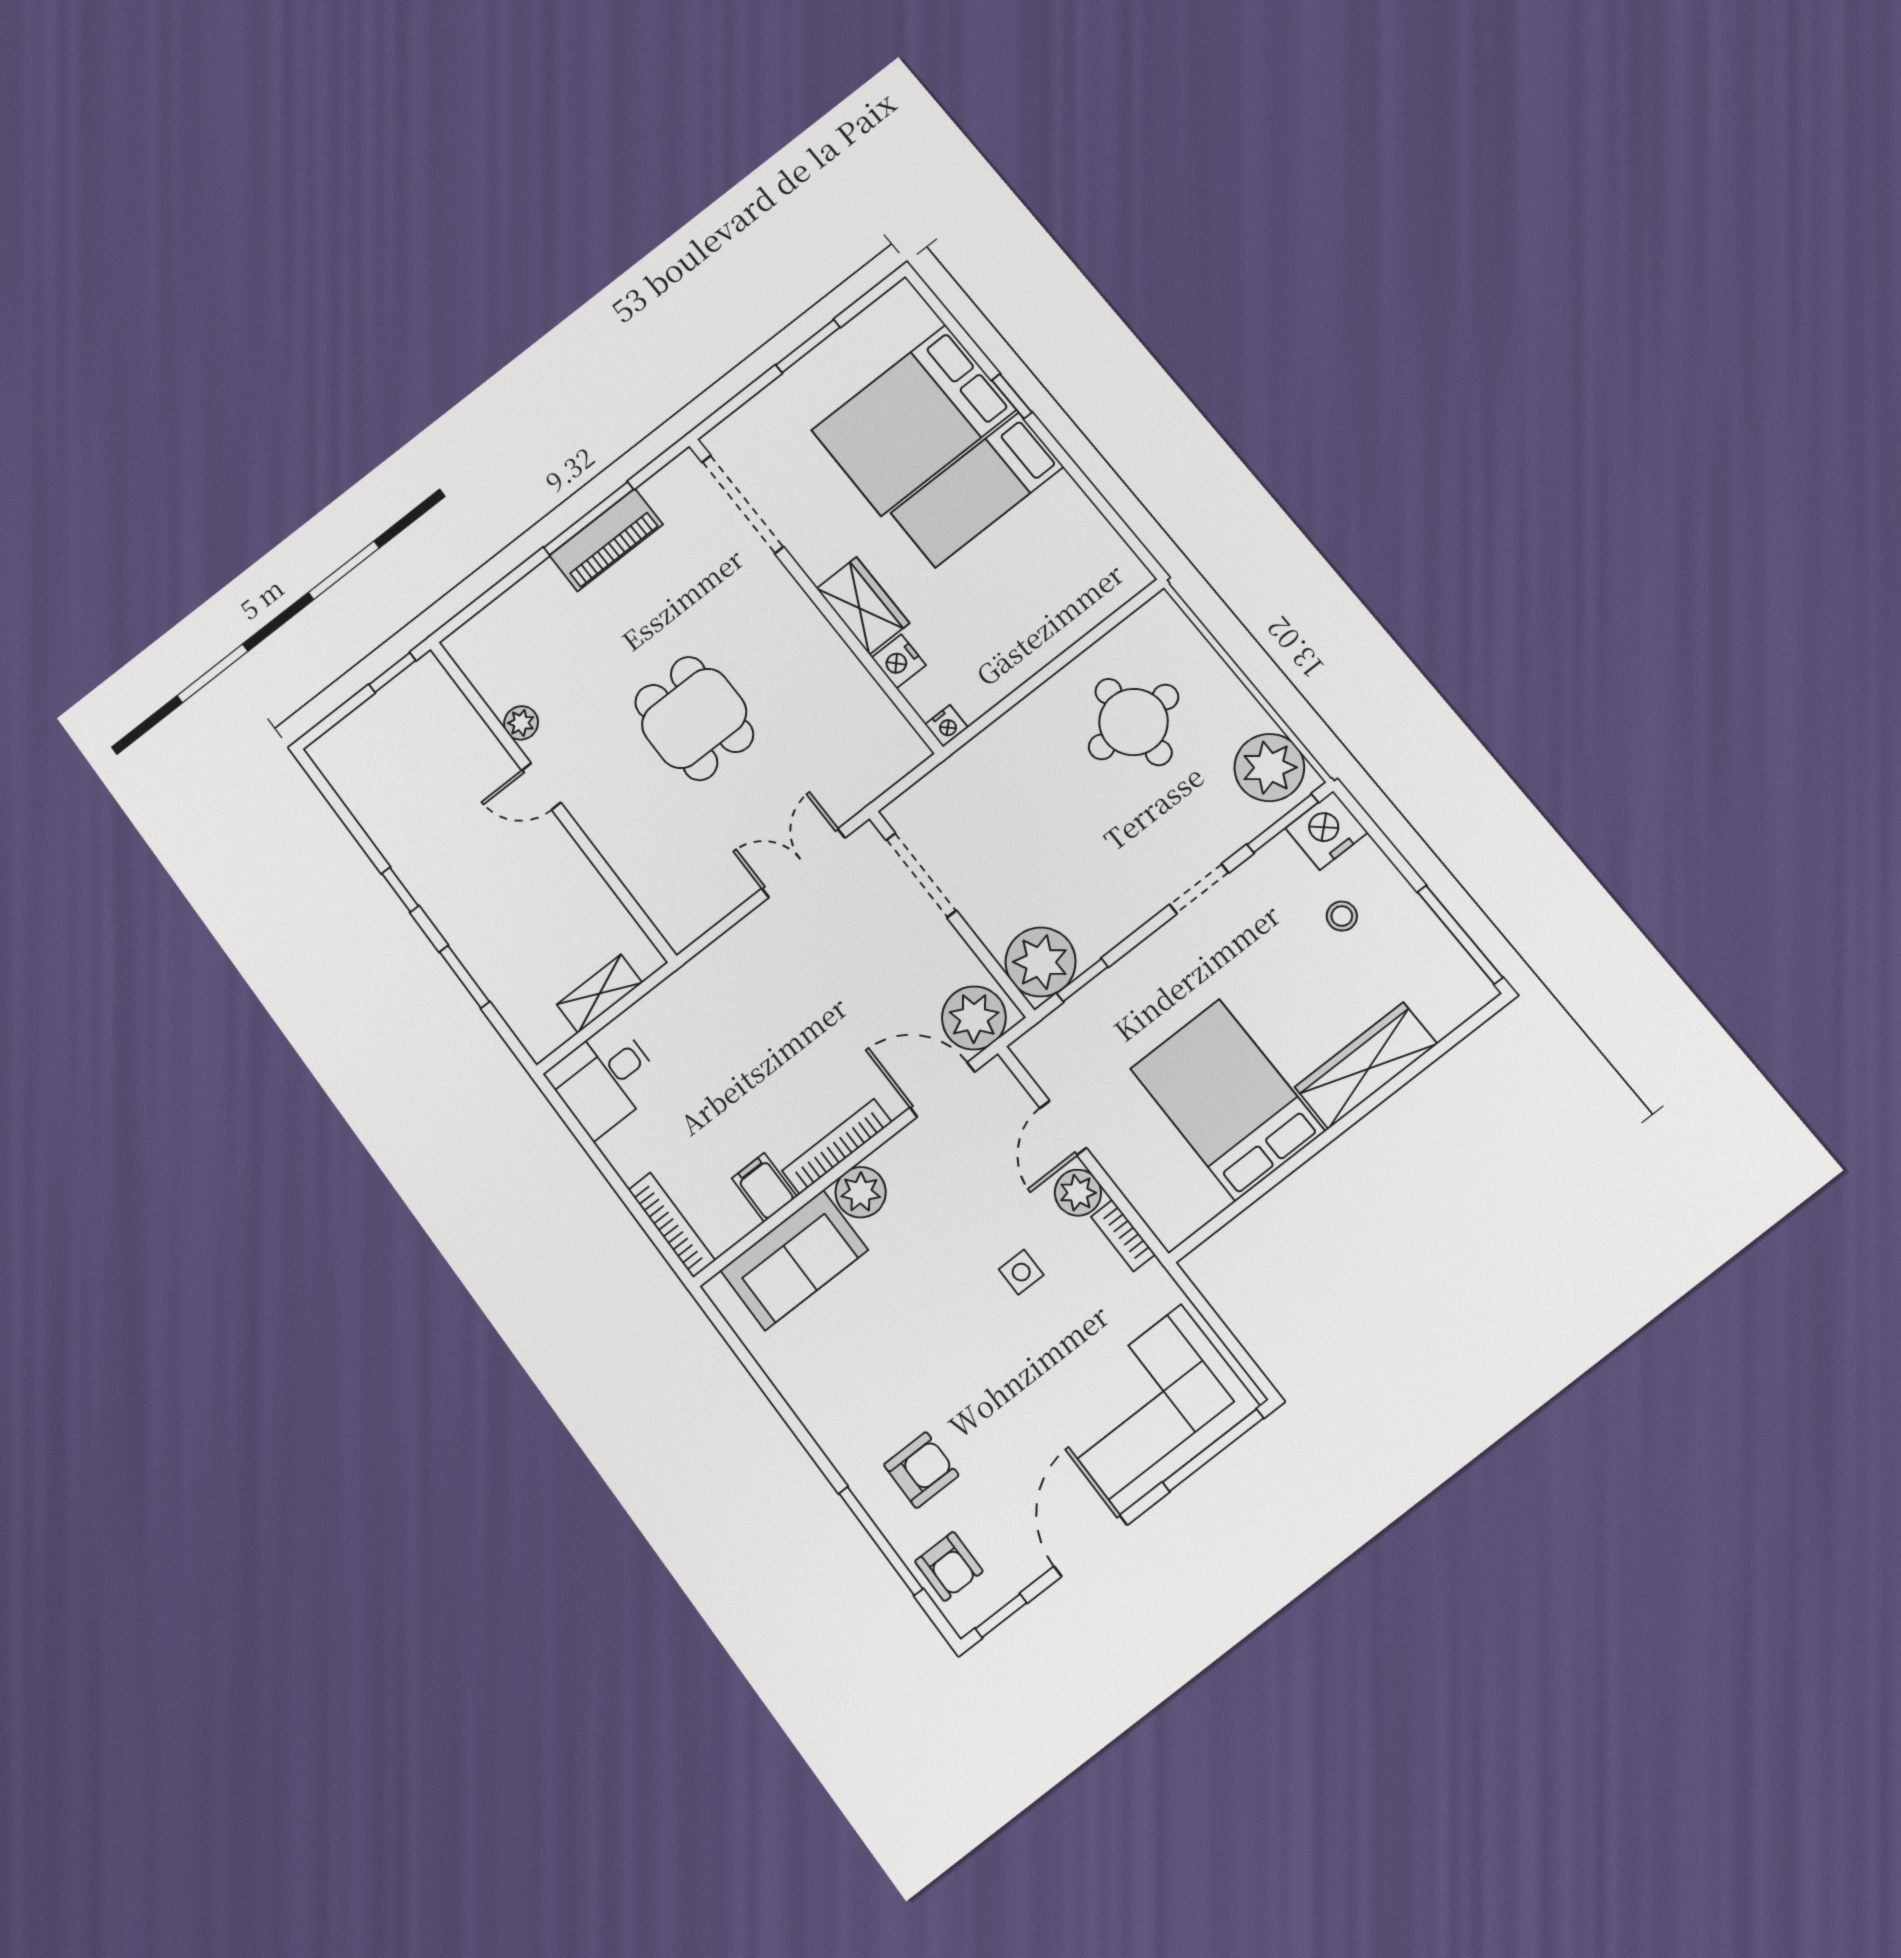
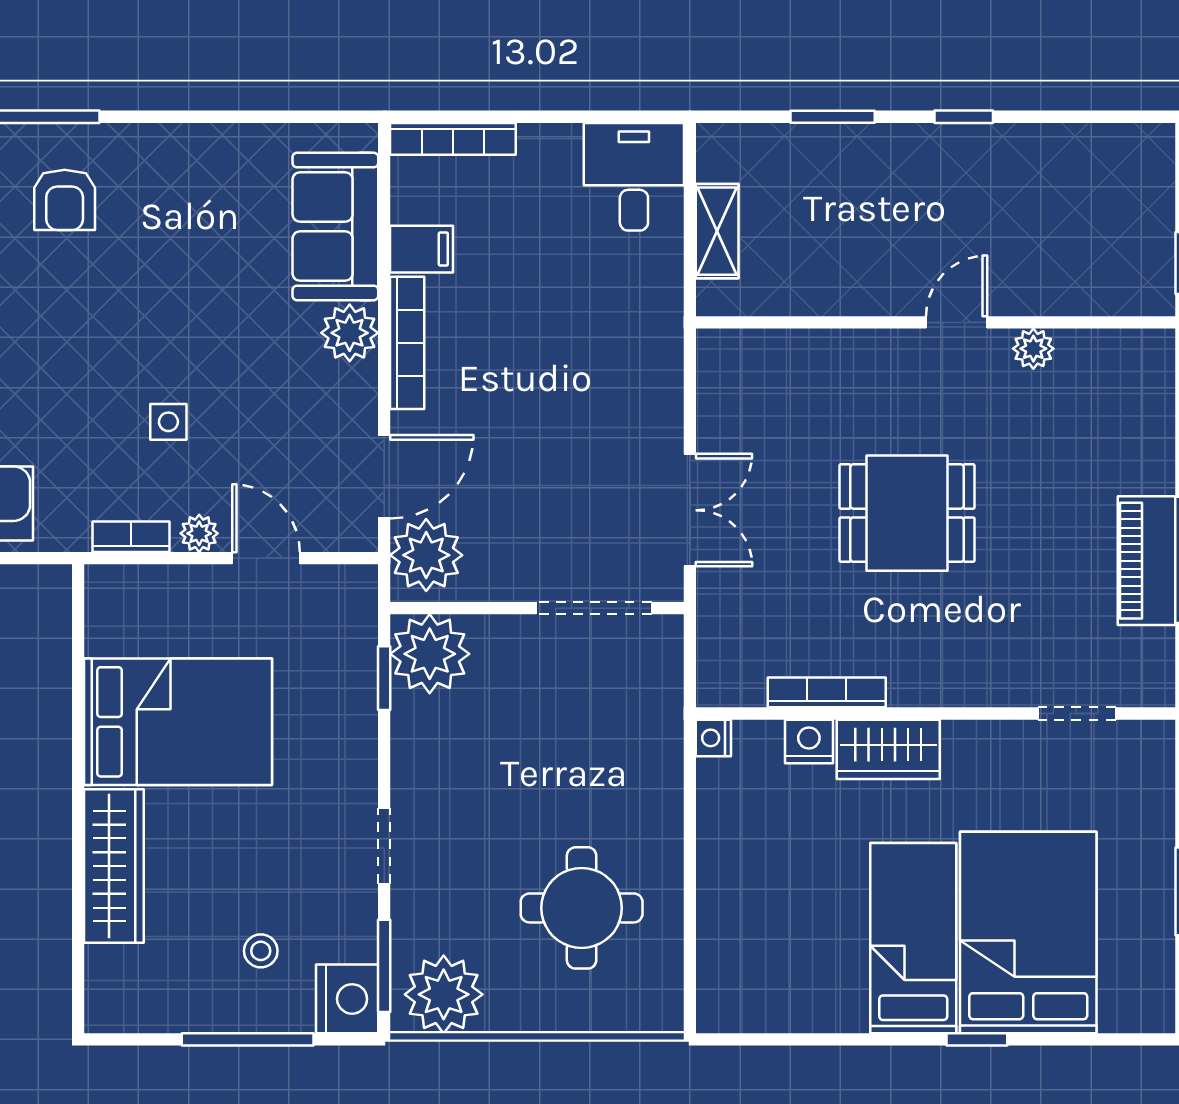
doorway: (743, 504) -> (1077, 713), width x0.53
bookcase: (856, 676) -> (827, 692), added
window: (1460, 935) -> (248, 1039), moved
plant: (1078, 1193) -> (199, 533), width x0.73, depth x0.73

